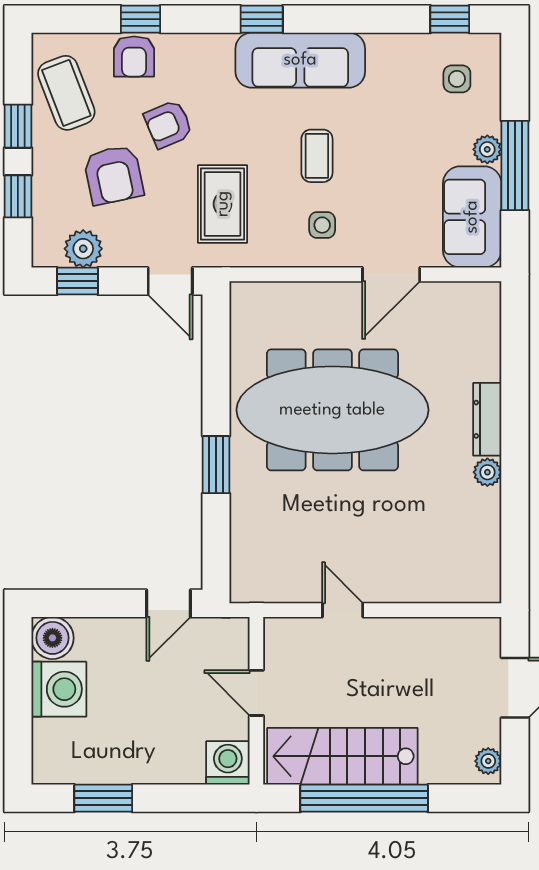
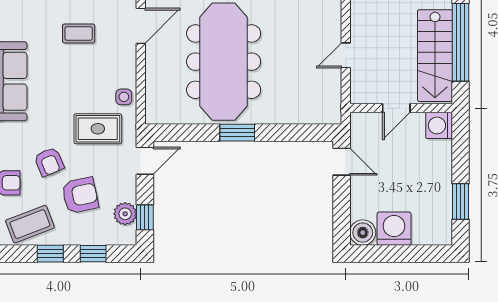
coffee table: (317, 156) -> (79, 33), moved
side table: (322, 225) -> (124, 97), moved
door: (391, 274) -> (141, 26), hinge flipped
window: (216, 465) -> (237, 133), moved

